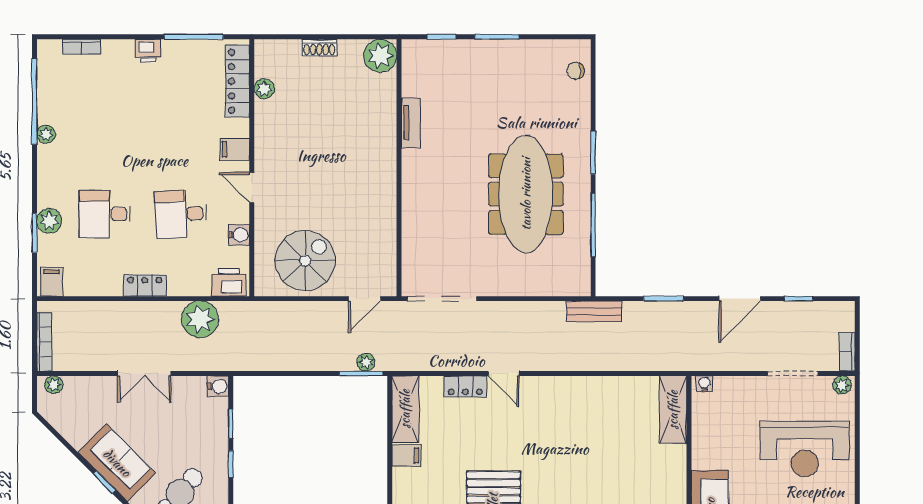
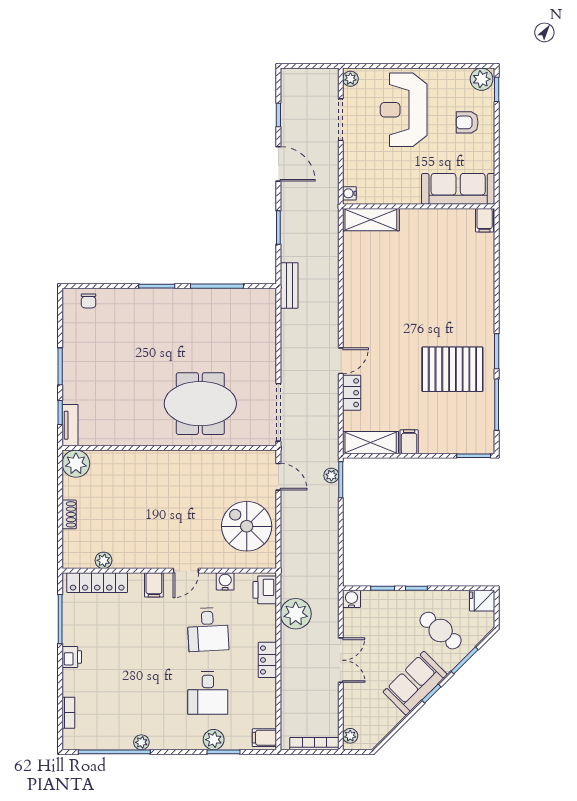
tv unit: (411, 123) -> (70, 425), moved, turned 90
meeting table: (526, 194) -> (200, 404), moved, width x0.73
bookcase: (847, 352) -> (323, 74), removed
reception desk: (805, 449) -> (404, 110), turned 180

